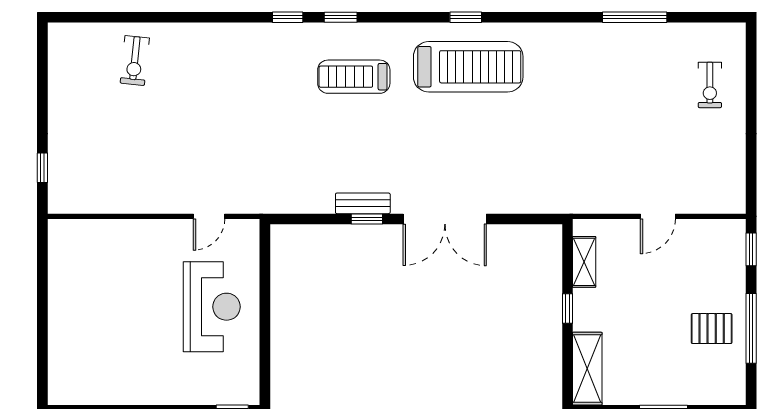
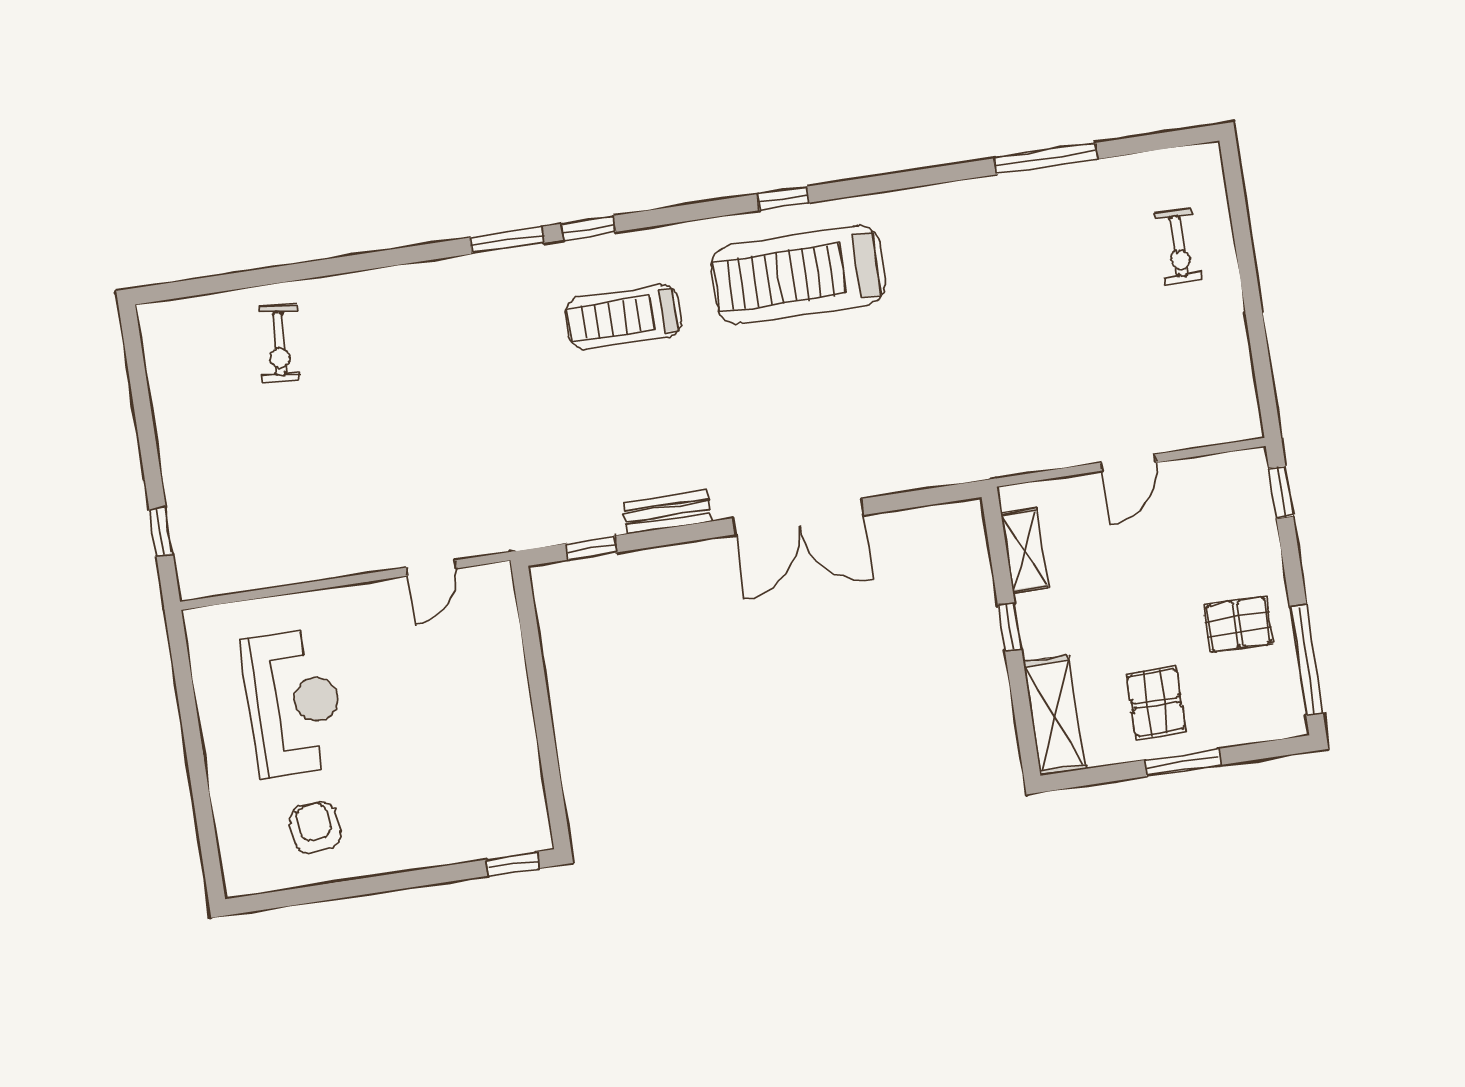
window: (288, 17) -> (507, 240), width x1.50
treadmill: (468, 67) -> (799, 275), turned 180
window: (367, 219) -> (591, 548), moved
reception desk: (212, 307) -> (293, 703), moved
window: (751, 328) -> (1306, 660), moved
armchair: (111, 369) -> (315, 828), added
pallet: (652, 370) -> (1156, 703), added

